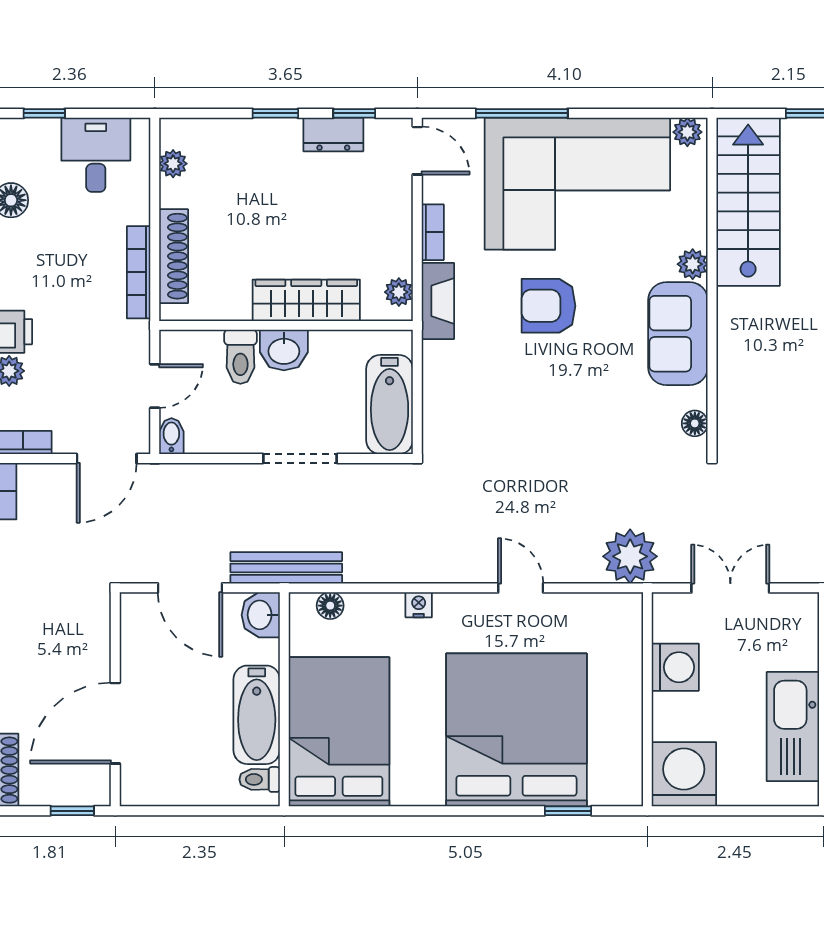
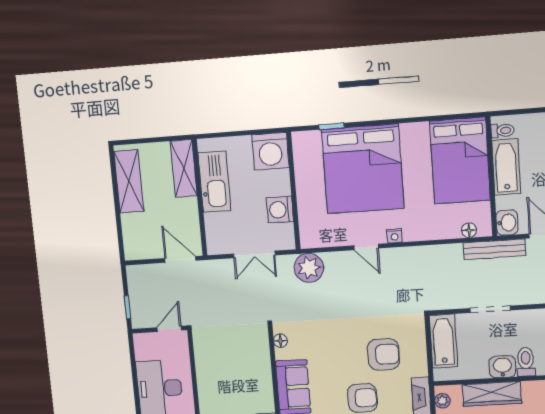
armchair: (503, 386) -> (383, 354), added
nightstand: (419, 605) -> (395, 236), moved

